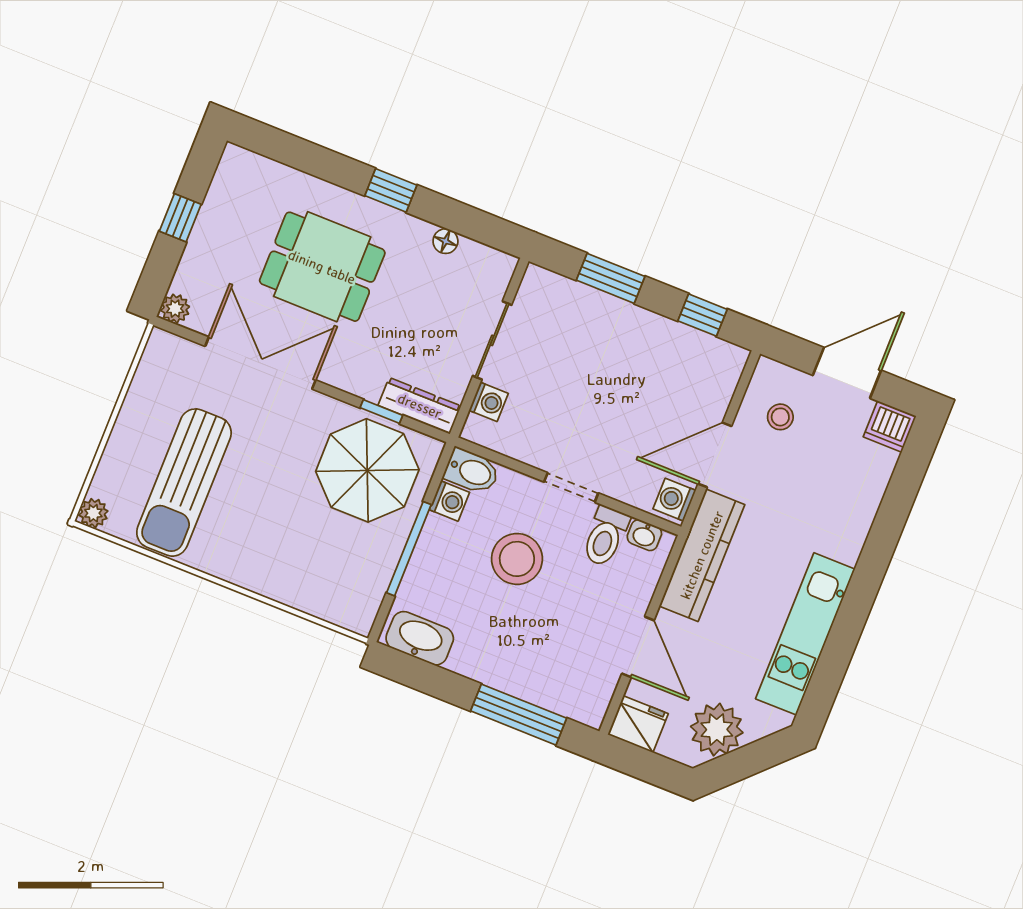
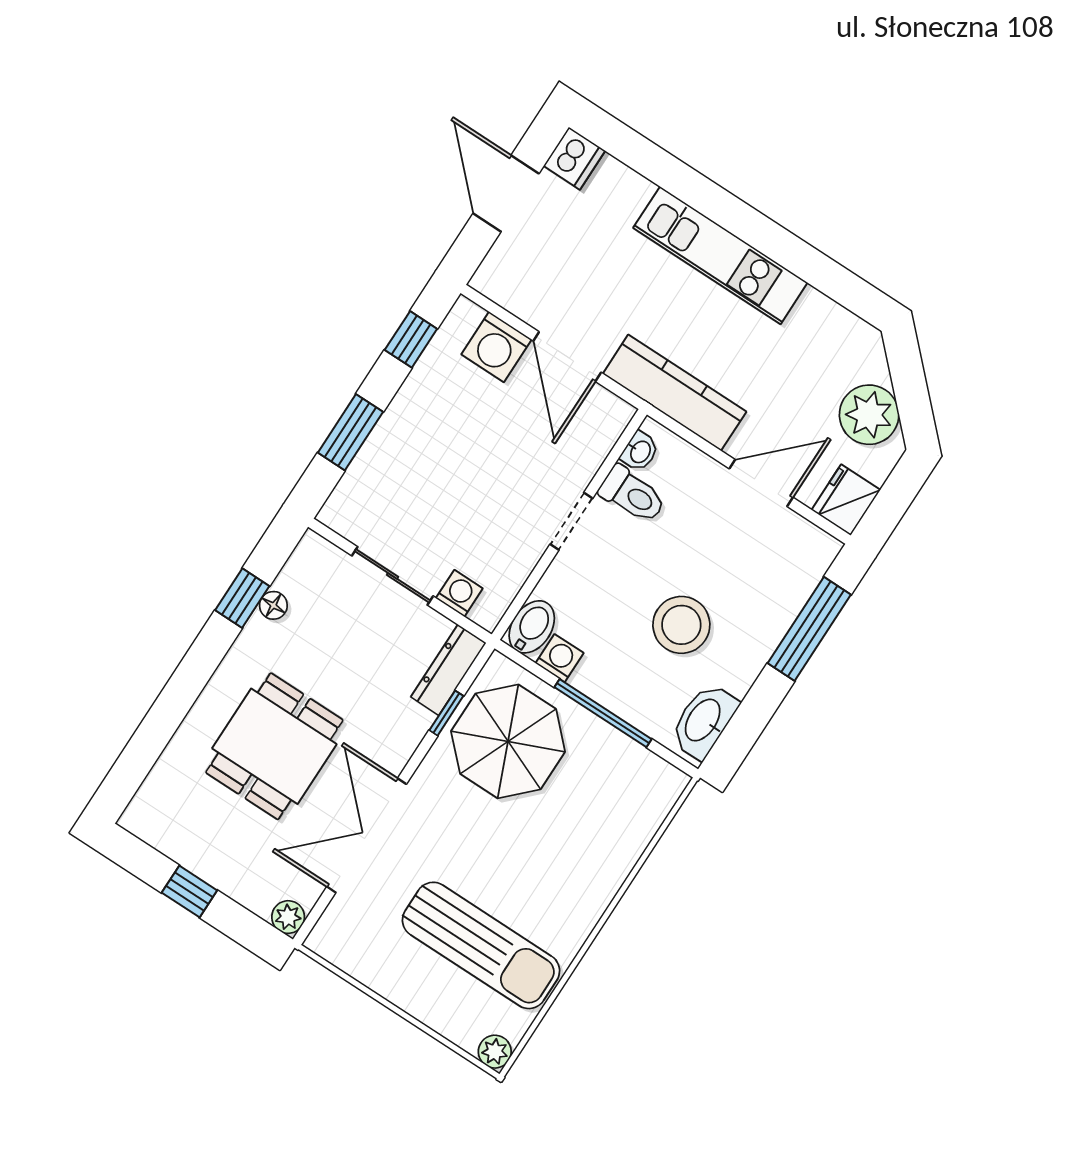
window: (391, 190) -> (242, 598), moved
stool: (780, 417) -> (540, 276), removed
washing machine: (674, 500) -> (497, 347), moved, width x1.38, depth x1.38
stool: (517, 559) -> (681, 625), moved
kitchen unit: (805, 634) -> (720, 255), moved

